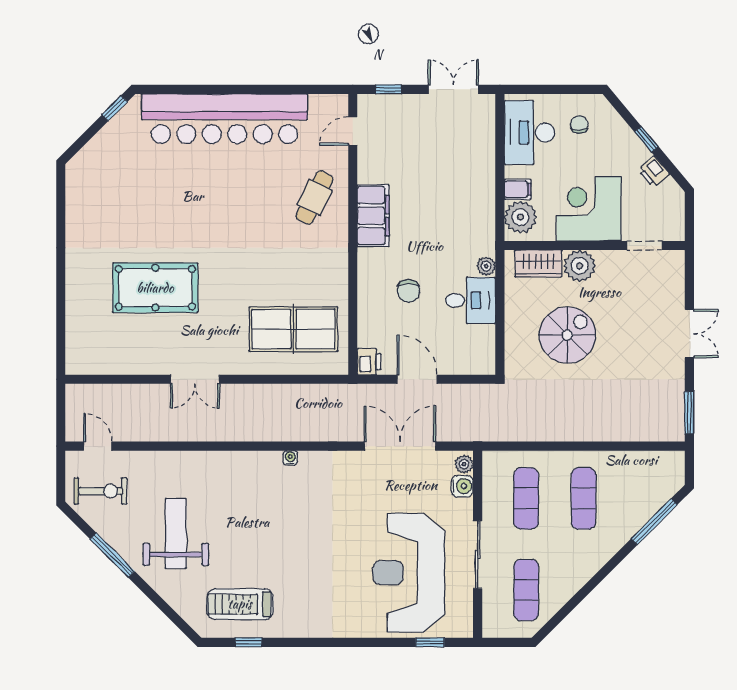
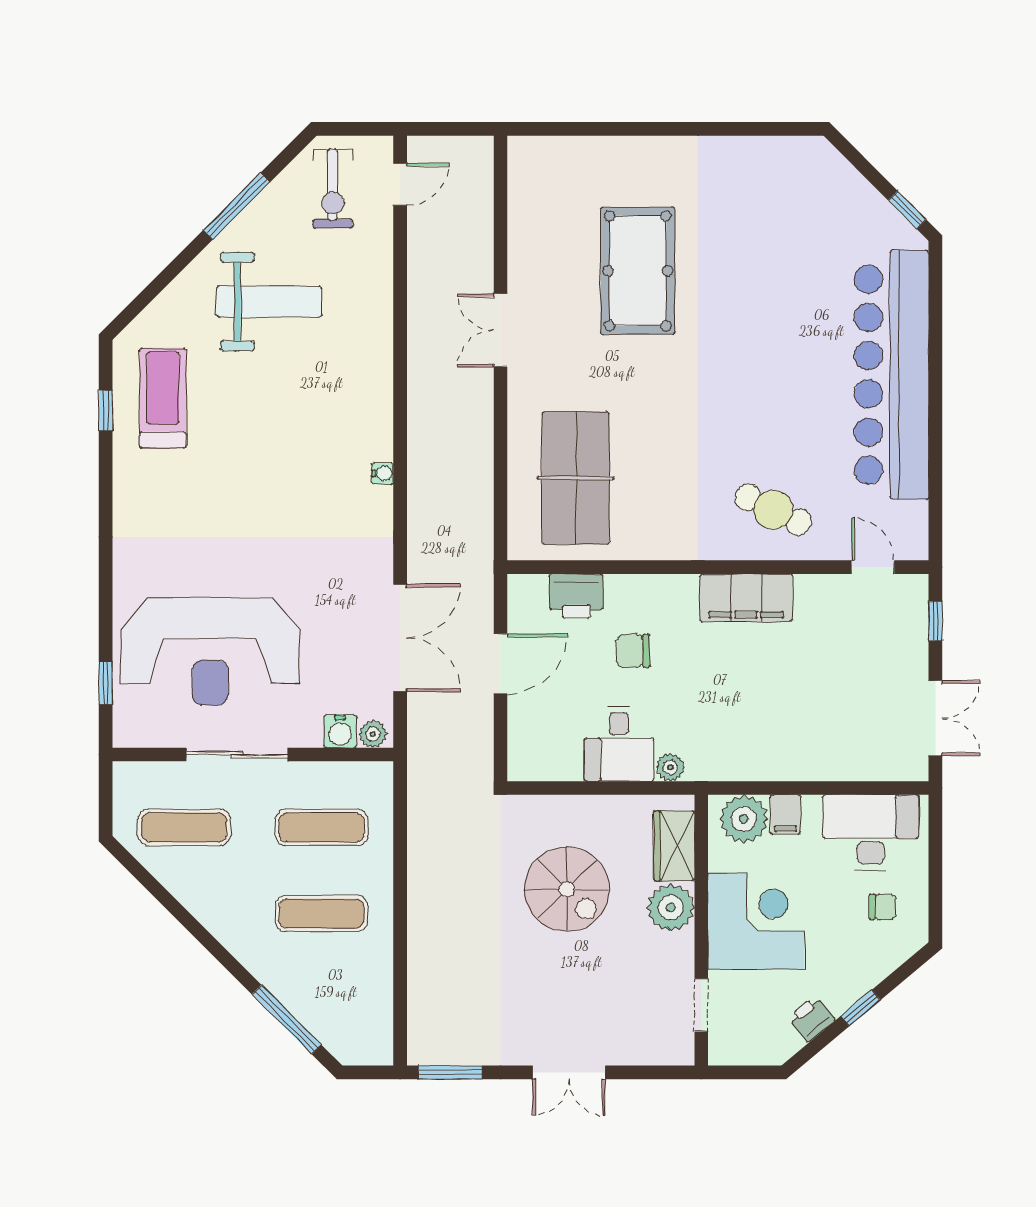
printer: (369, 362) -> (576, 596), moved, width x1.36, depth x1.24
reception desk: (409, 573) -> (210, 651), turned 180

